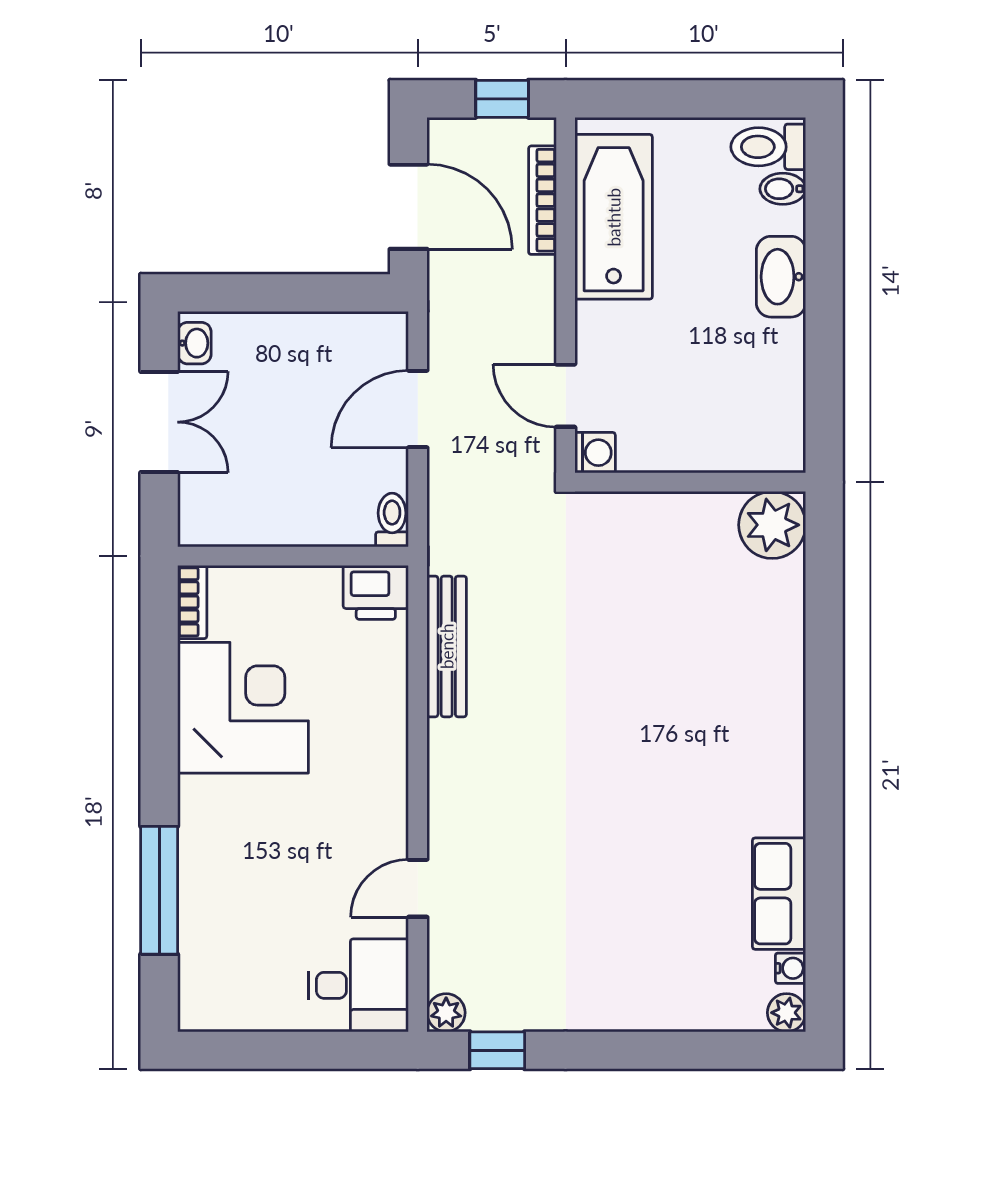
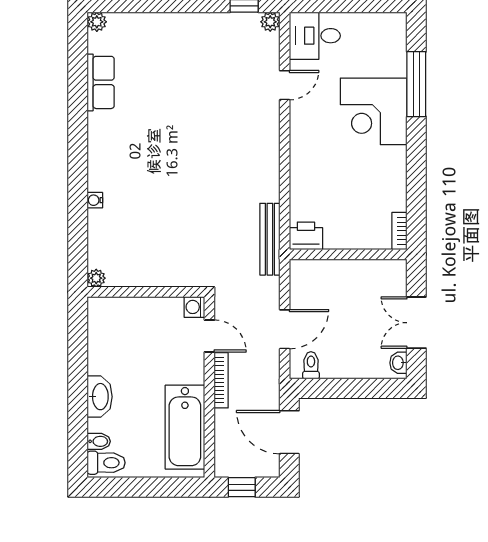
bookcase: (542, 200) -> (221, 380), moved
toilet: (392, 520) -> (311, 365), moved, turned 180
plant: (772, 525) -> (96, 278), width x0.53, depth x0.53
bench: (447, 646) -> (270, 239), moved
corner desk: (243, 708) -> (374, 111), moved
water cooler: (790, 968) -> (95, 200), moved

